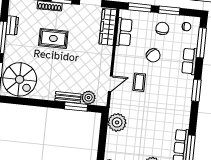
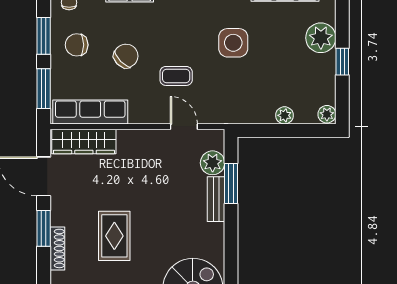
row of seats: (124, 32) -> (90, 112), width x1.48
side table: (154, 116) -> (233, 43), added
plant: (117, 122) -> (285, 115), moved, width x0.53, depth x0.53

